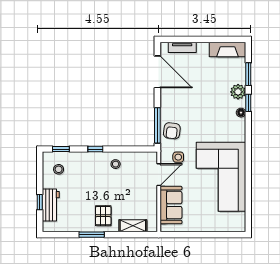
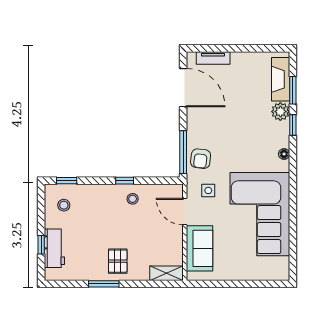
fireplace: (227, 50) -> (281, 79), moved, turned 90
floor lamp: (241, 113) -> (284, 154), moved
window: (95, 149) -> (125, 181), moved
door: (159, 175) -> (185, 212), swing flipped
shelving: (133, 226) -> (166, 273), moved

